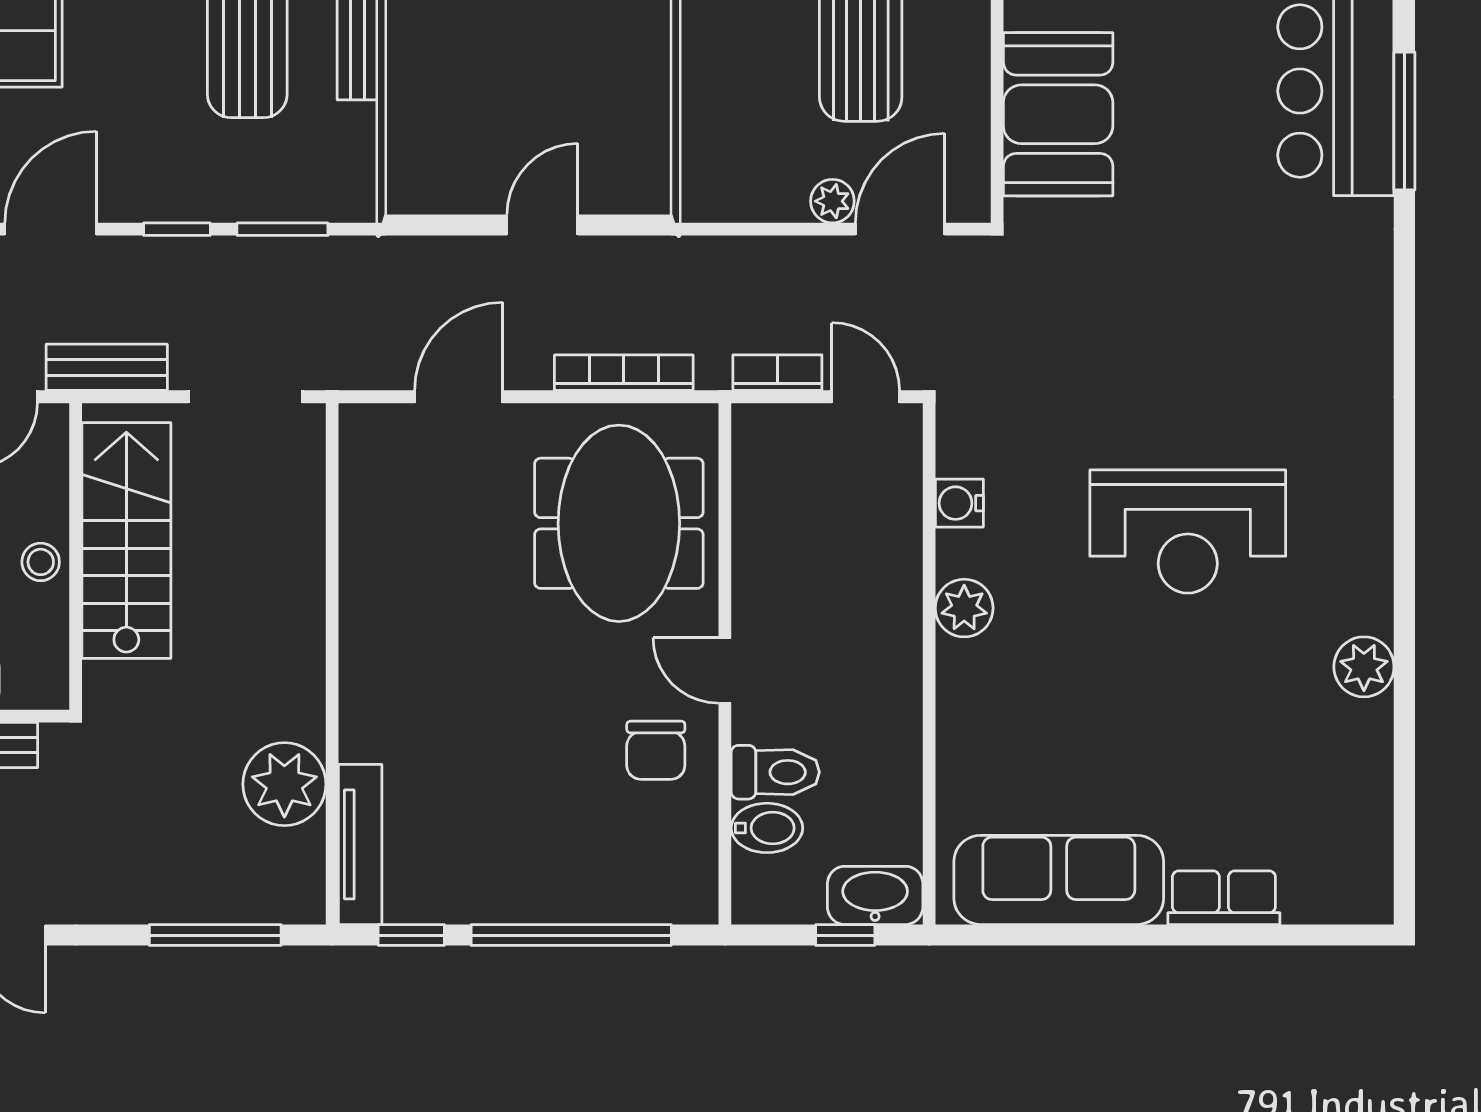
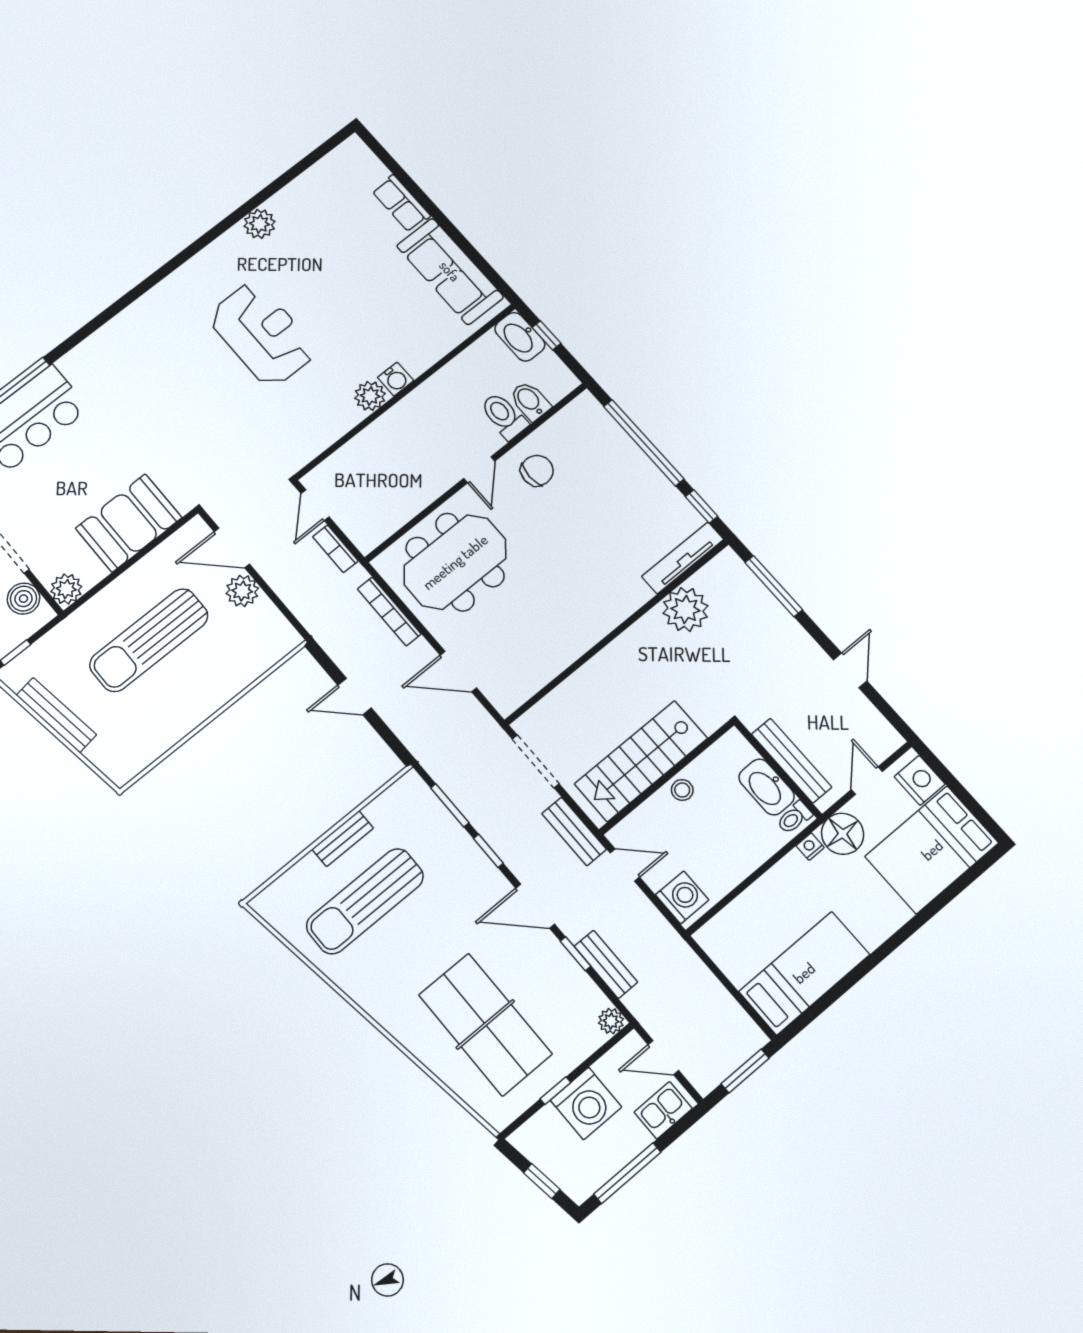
plant: (832, 201) -> (242, 591), width x1.38, depth x1.38
water cooler: (959, 503) -> (396, 379), moved

